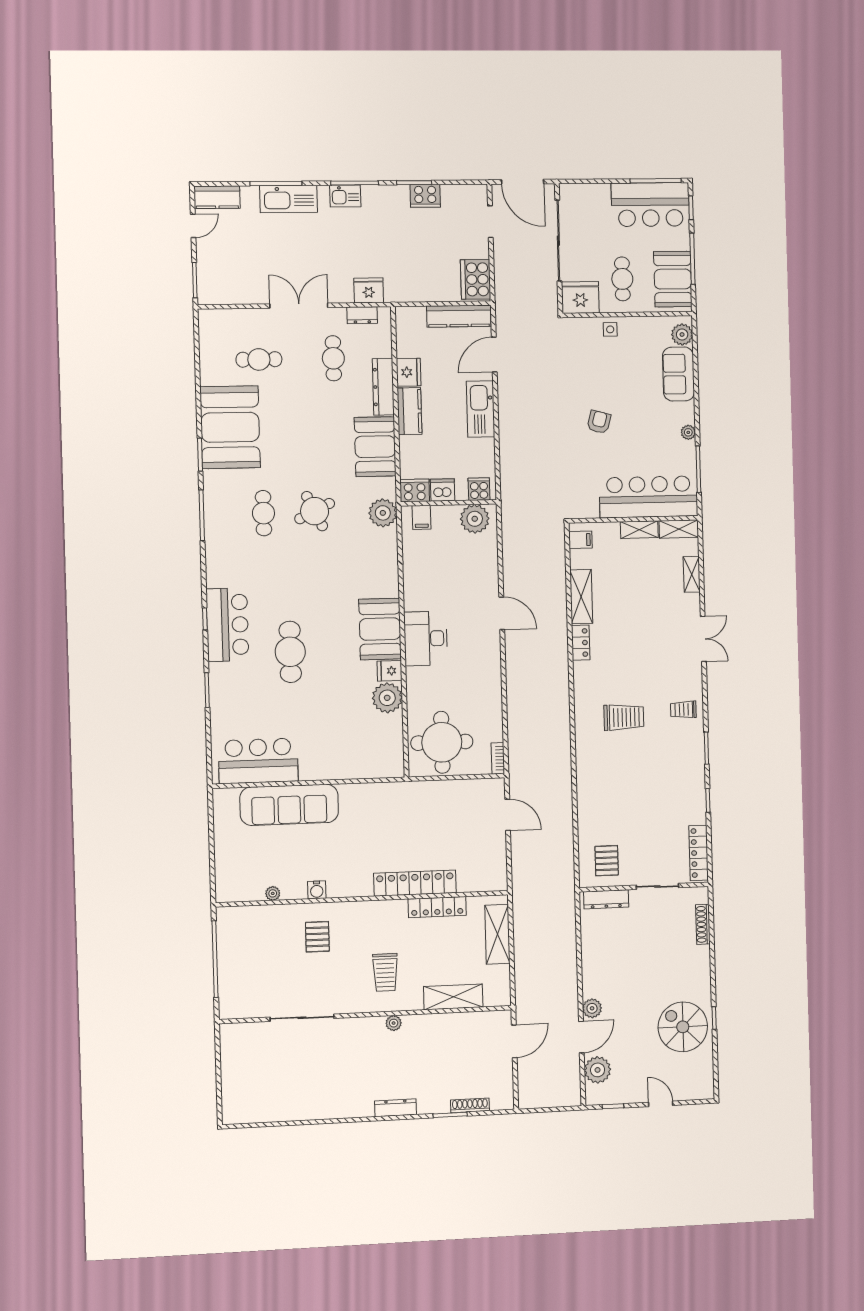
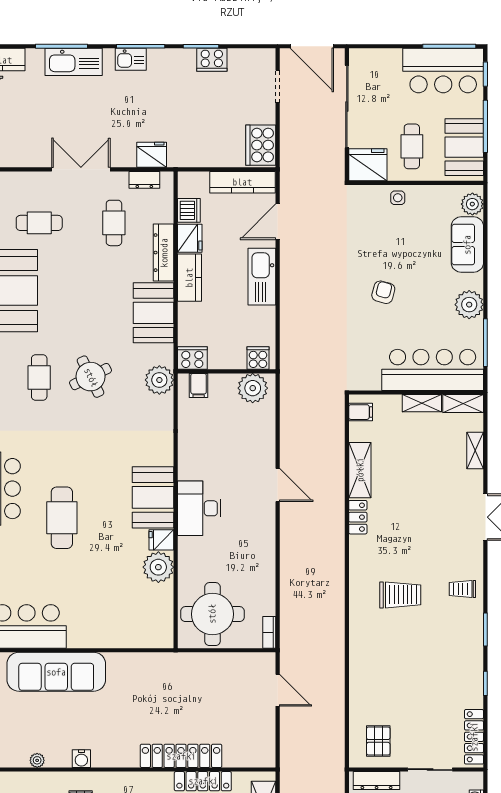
plant: (688, 432) -> (469, 305), width x1.88, depth x1.88
dishwasher: (443, 490) -> (189, 210), moved, turned 90

